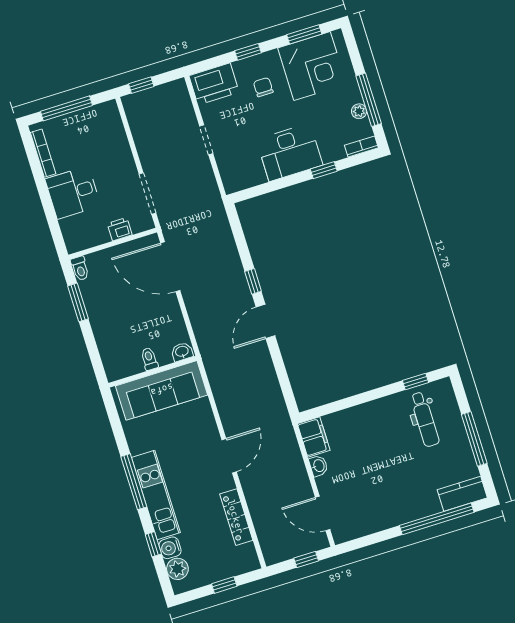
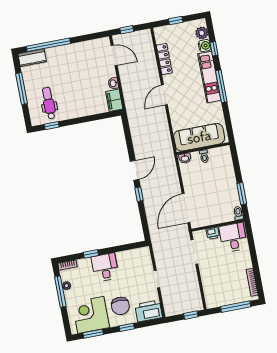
chair: (263, 87) -> (120, 306), width x1.87, depth x1.87
desk: (290, 152) -> (105, 267), width x0.73
desk: (73, 192) -> (233, 237), moved, turned -90
door: (170, 267) -> (186, 208), swing flipped

